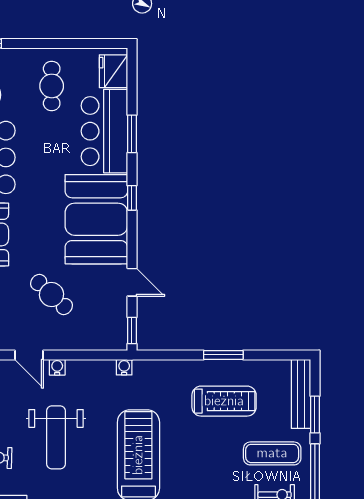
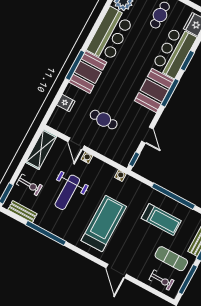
window: (132, 198) -> (170, 93), width x2.17
booth: (96, 219) -> (154, 90), width x0.73, depth x0.70
cafe table: (52, 295) -> (104, 120), turned -43
window: (223, 355) -> (173, 196), width x2.11

